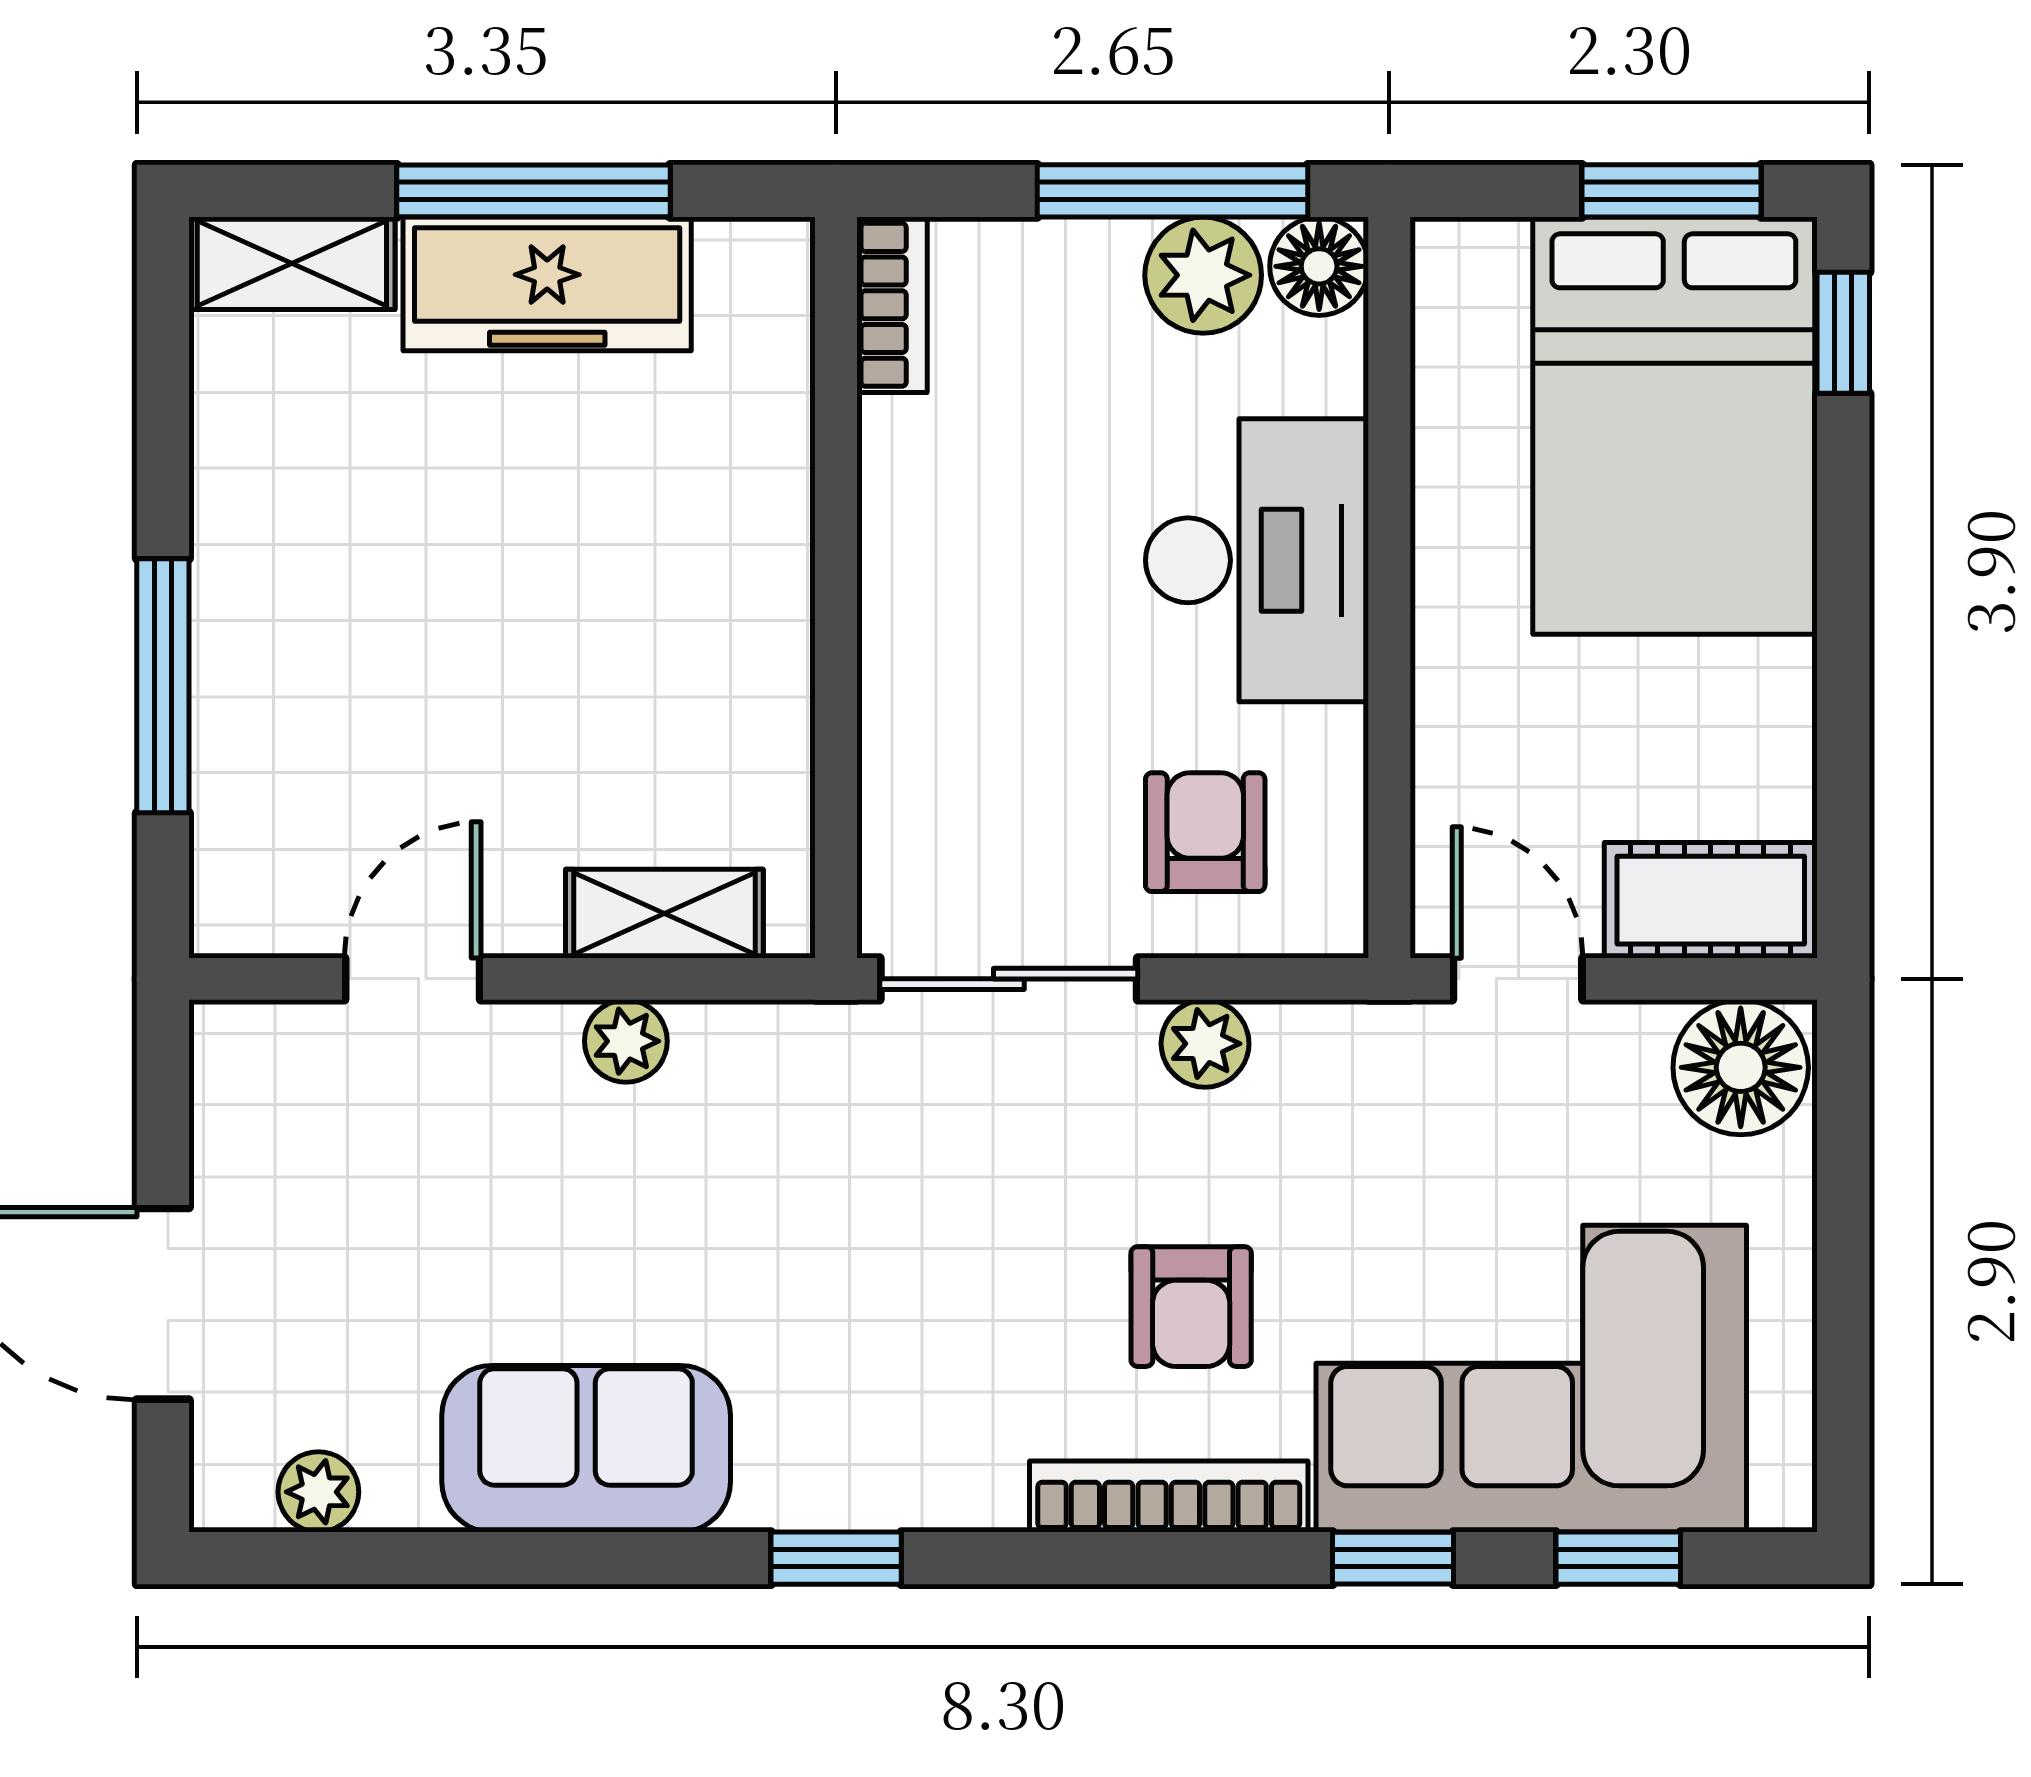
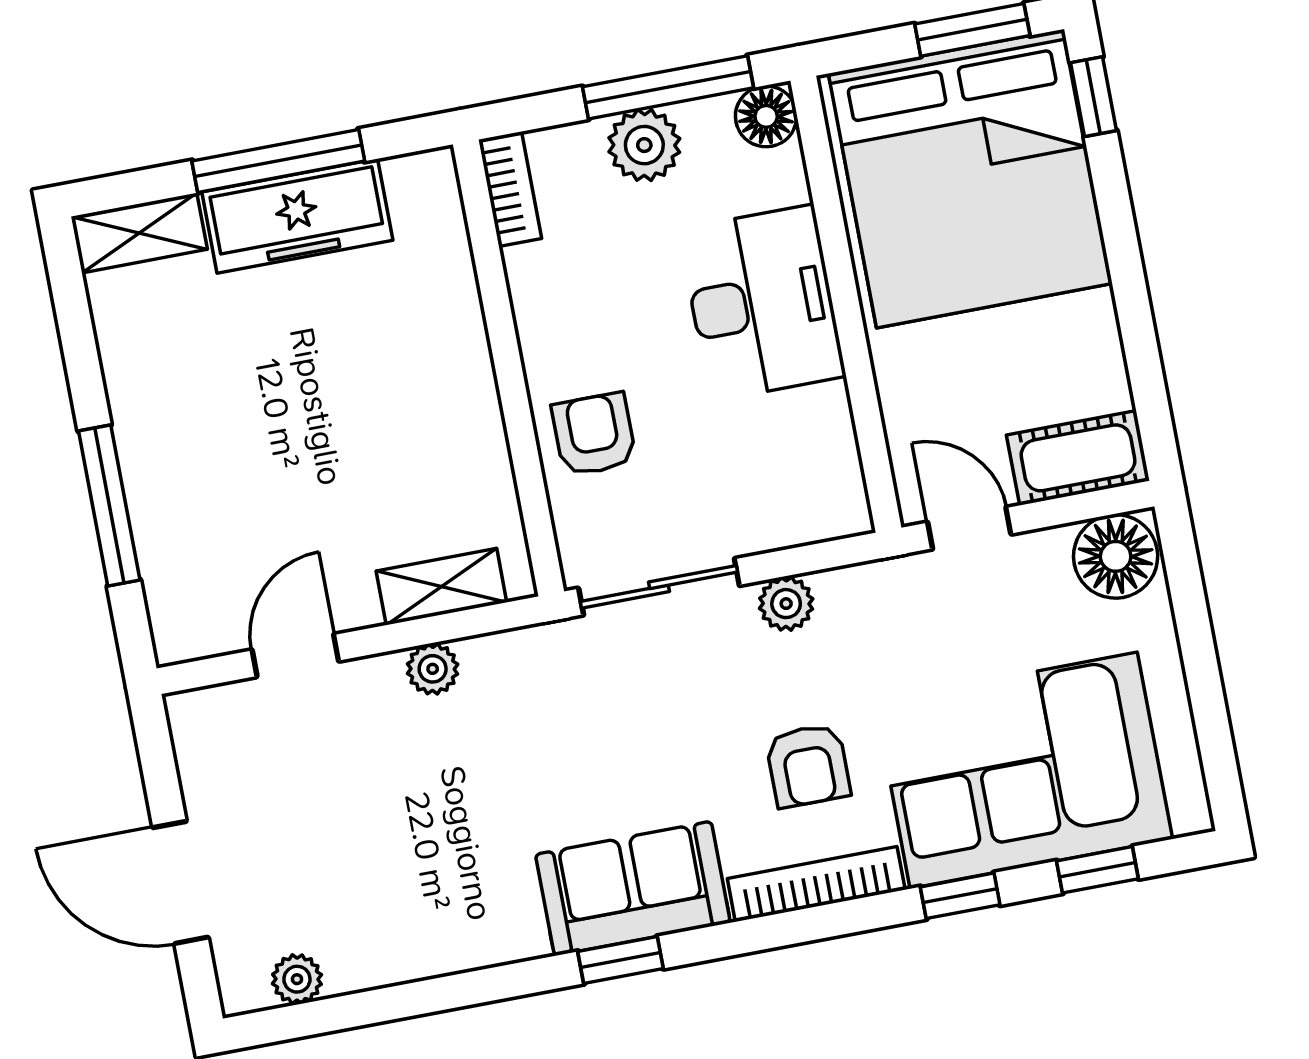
plant: (1203, 275) -> (644, 145), moved
bed: (1674, 426) -> (970, 179), width x1.36
armchair: (1205, 832) -> (594, 434), moved
sofa: (586, 1449) -> (633, 888), moved

